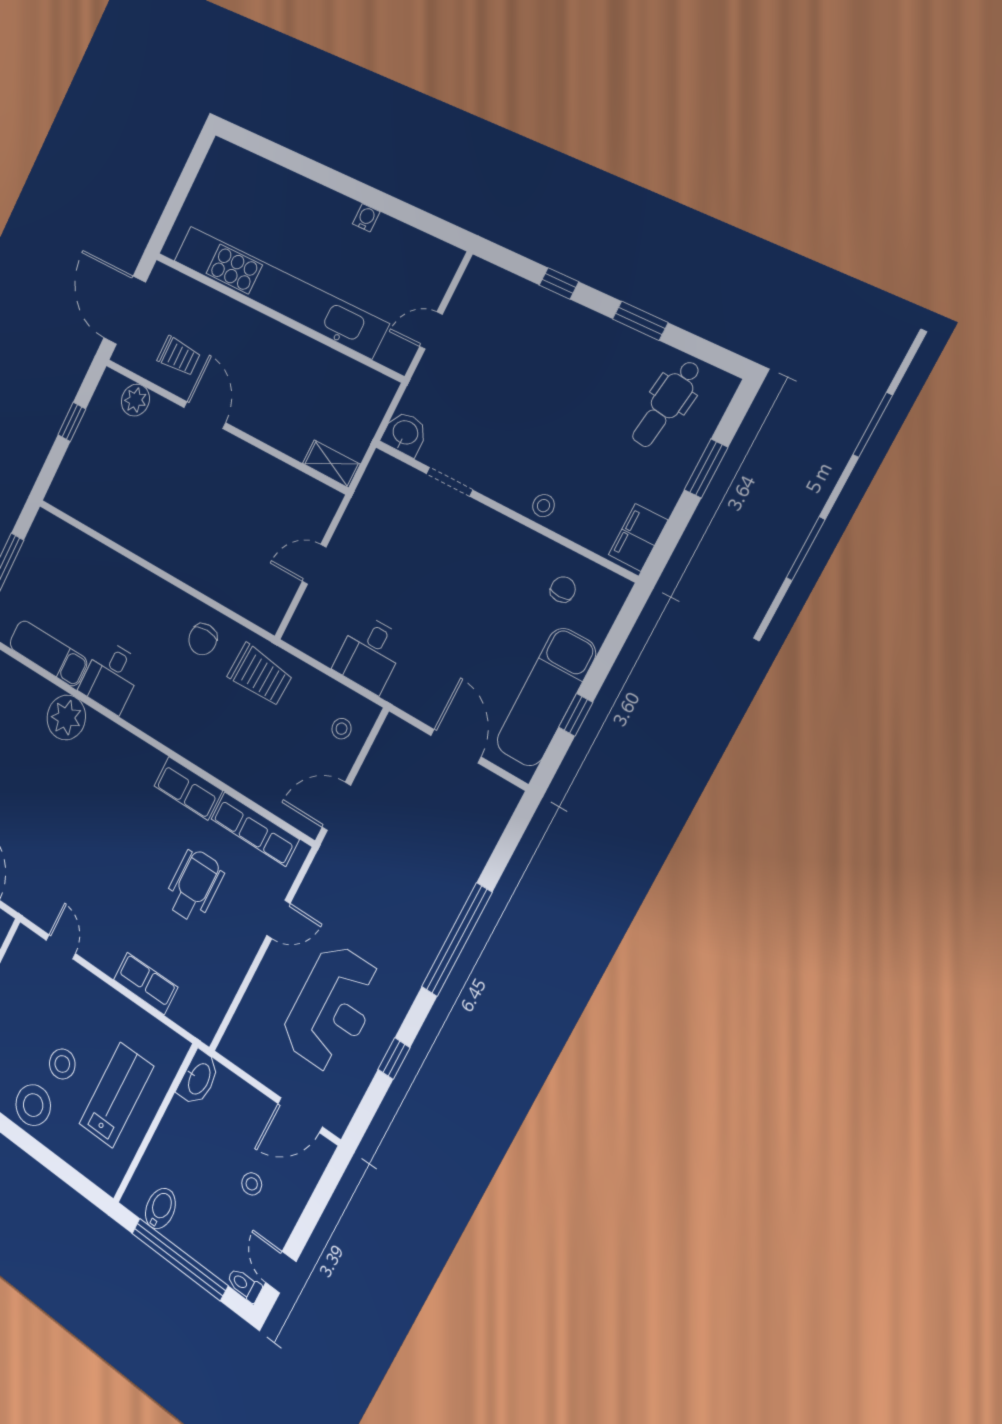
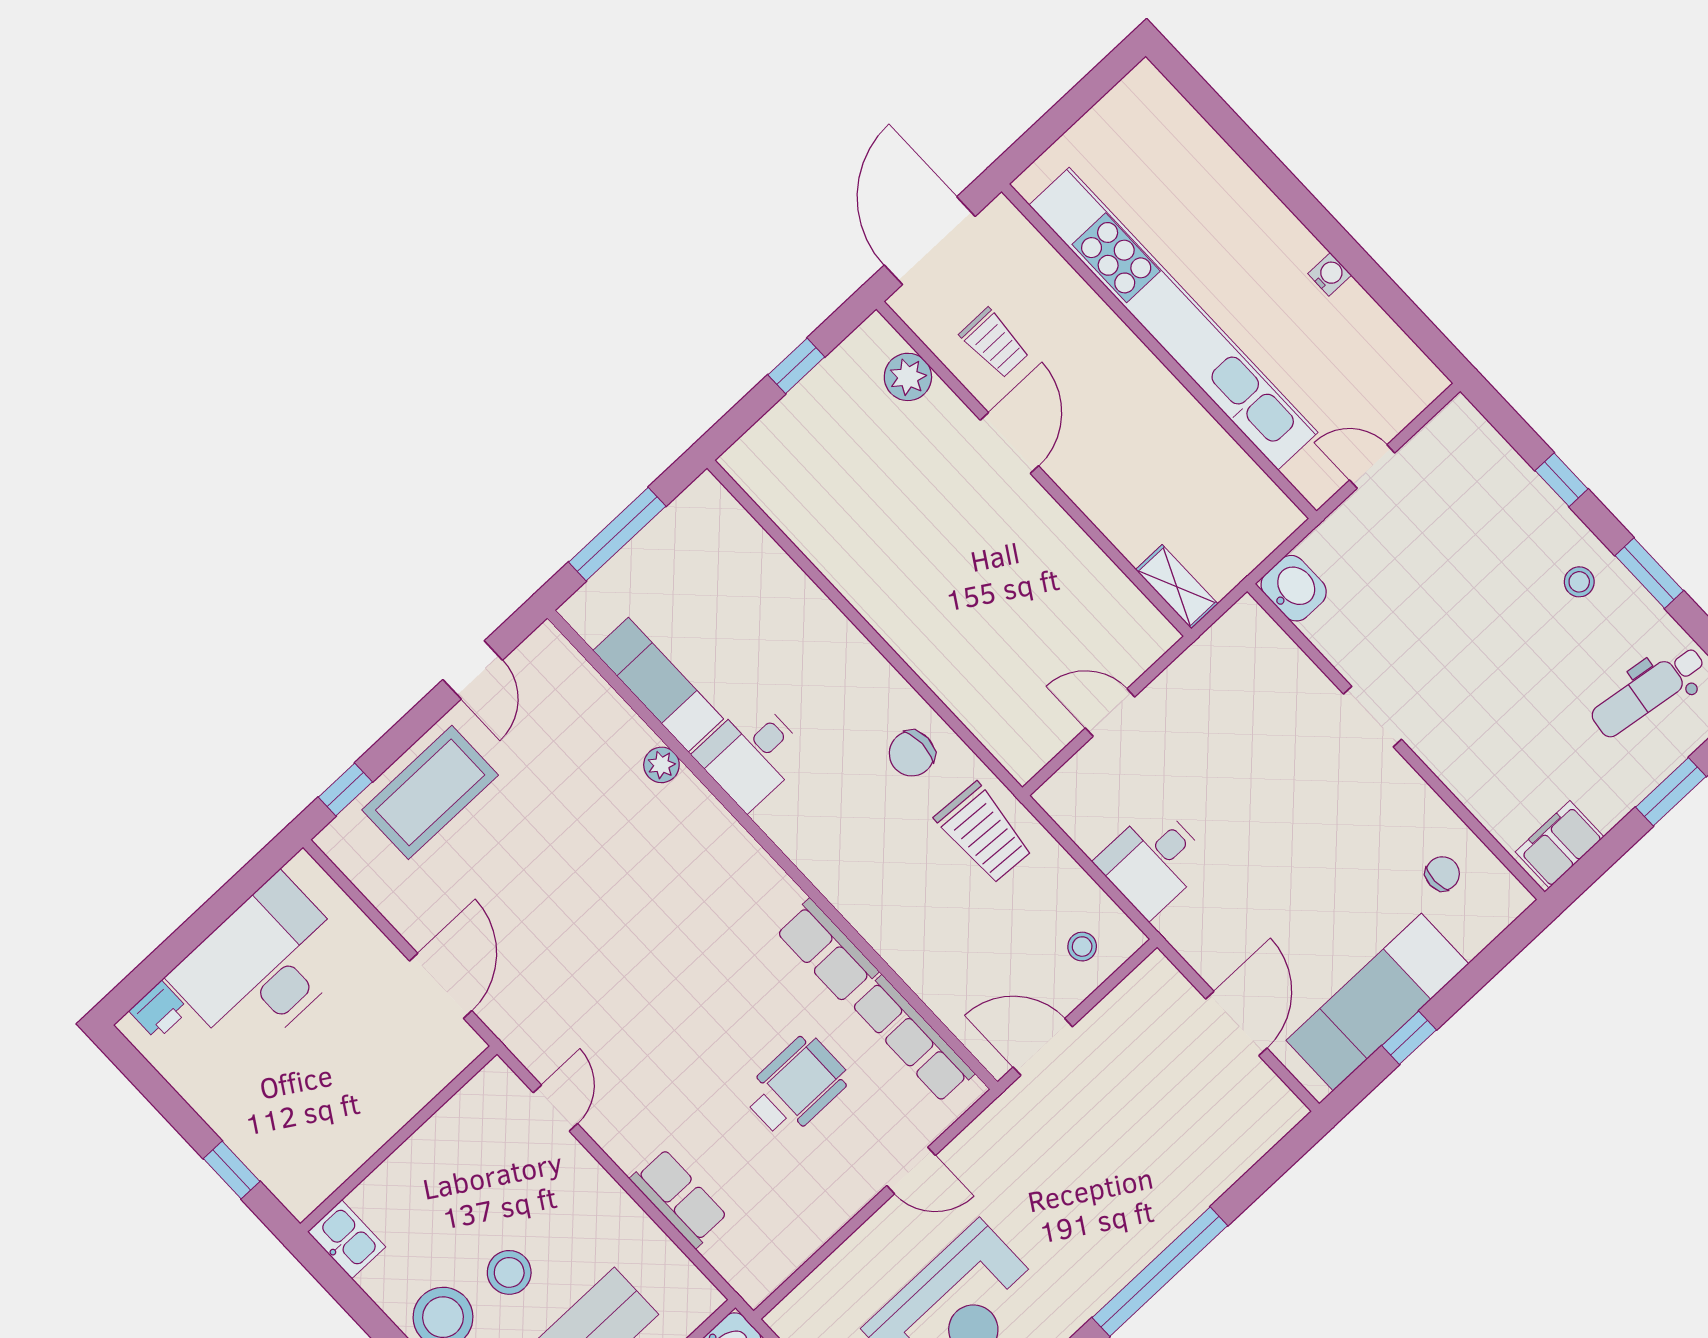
doorway: (450, 482) -> (1373, 717), moved
stool: (544, 506) -> (1579, 582), moved
plant: (66, 717) -> (661, 765), width x0.53, depth x0.53

